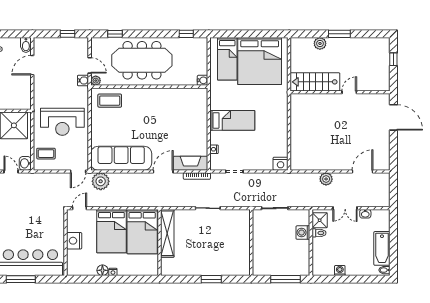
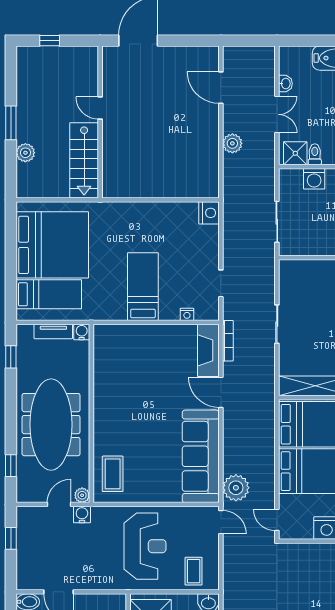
tv unit: (203, 62) -> (53, 331), added

